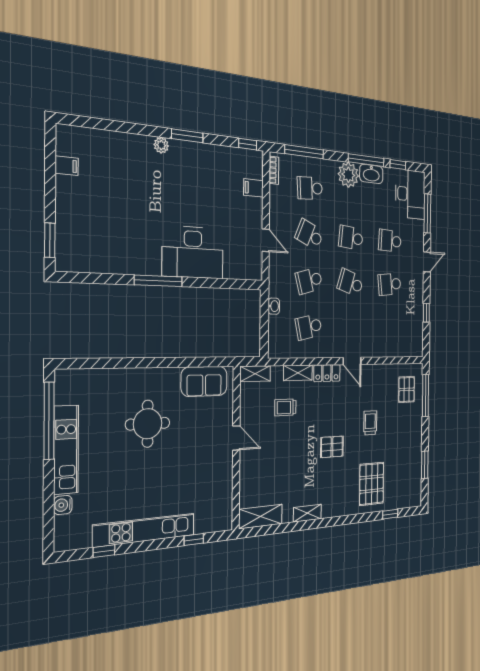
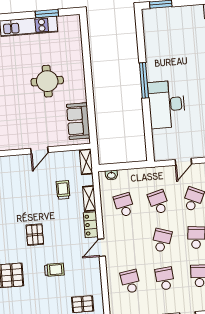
washbasin: (274, 306) -> (111, 175), moved
school desk: (389, 328) -> (130, 281), added
window: (49, 421) -> (47, 14), width x0.47

